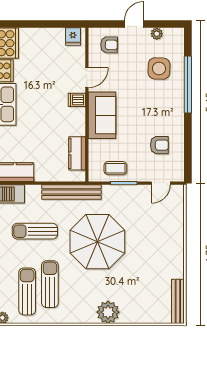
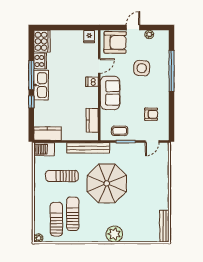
armchair: (109, 45) -> (115, 42), width x1.88, depth x1.88
side table: (159, 69) -> (142, 68), moved

